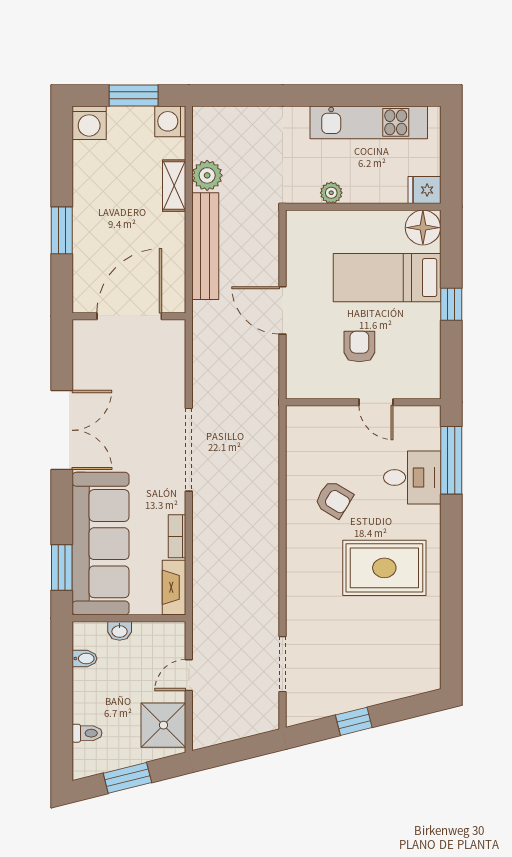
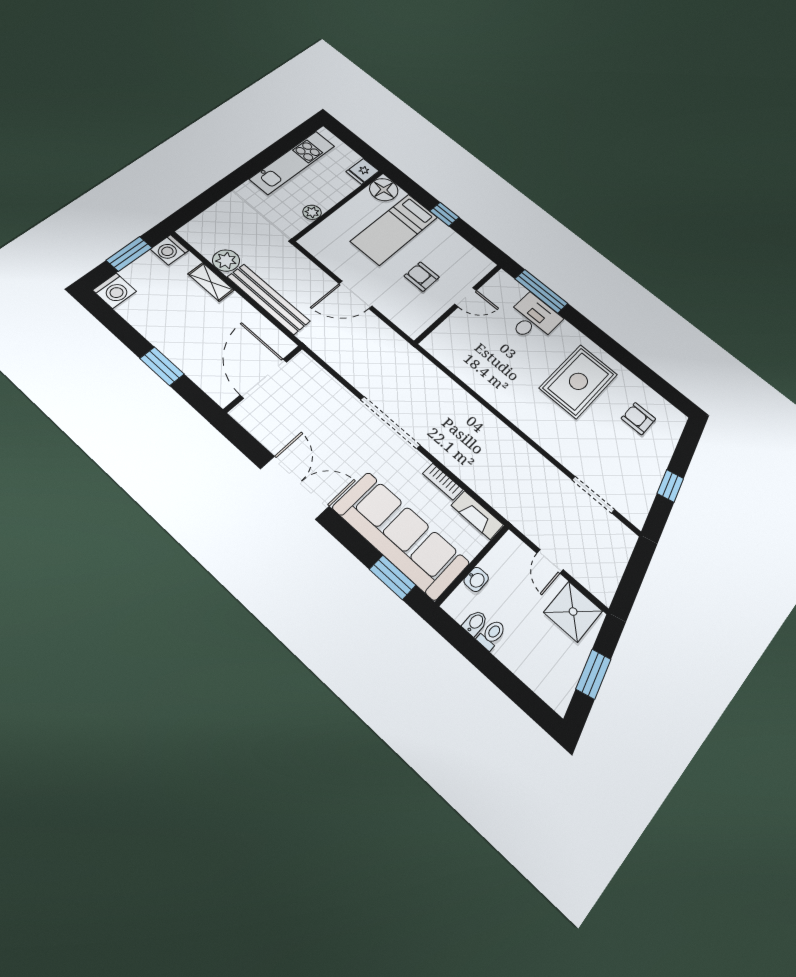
armchair: (334, 499) -> (638, 419), moved, turned -121
toilet: (87, 733) -> (492, 635), moved

